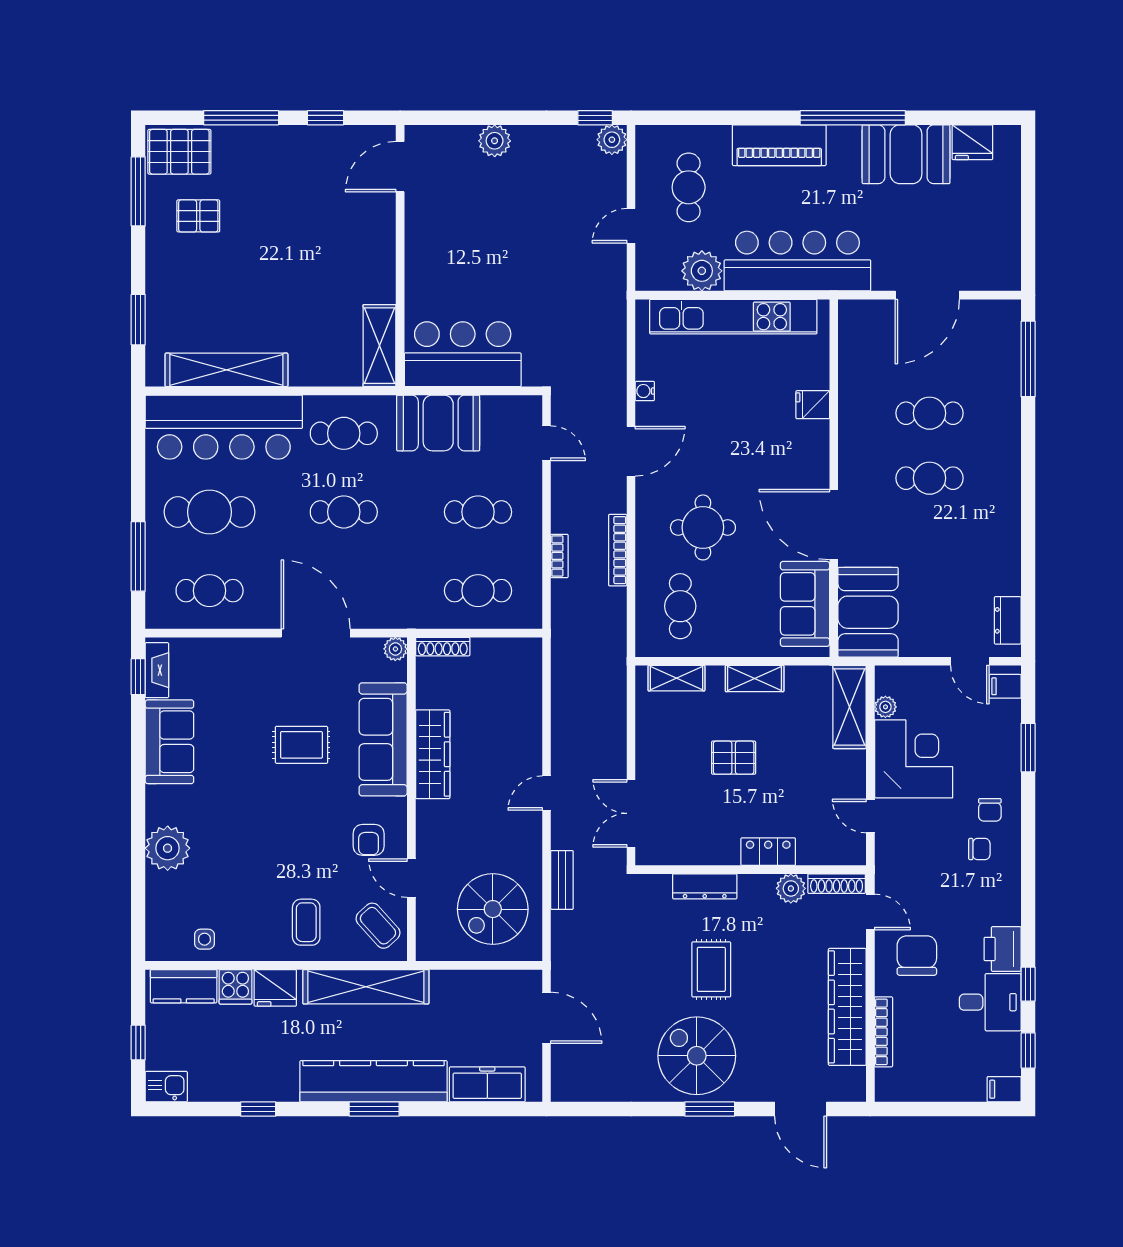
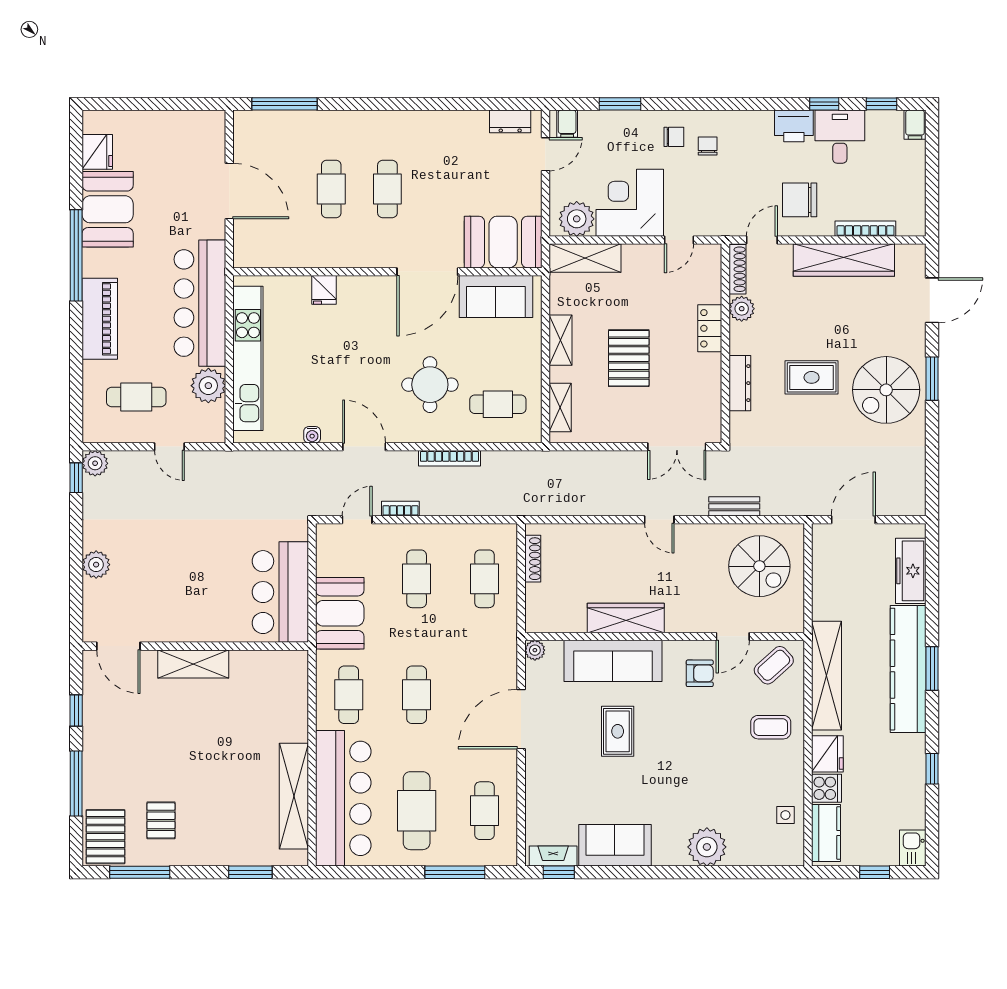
shelving: (379, 346) -> (193, 664), moved
bookcase: (559, 556) -> (400, 509), moved
shoe rack: (443, 647) -> (533, 559), moved
plant: (885, 707) -> (577, 219), width x1.88, depth x1.88
pallet: (734, 758) -> (629, 358), width x1.50, depth x1.42

